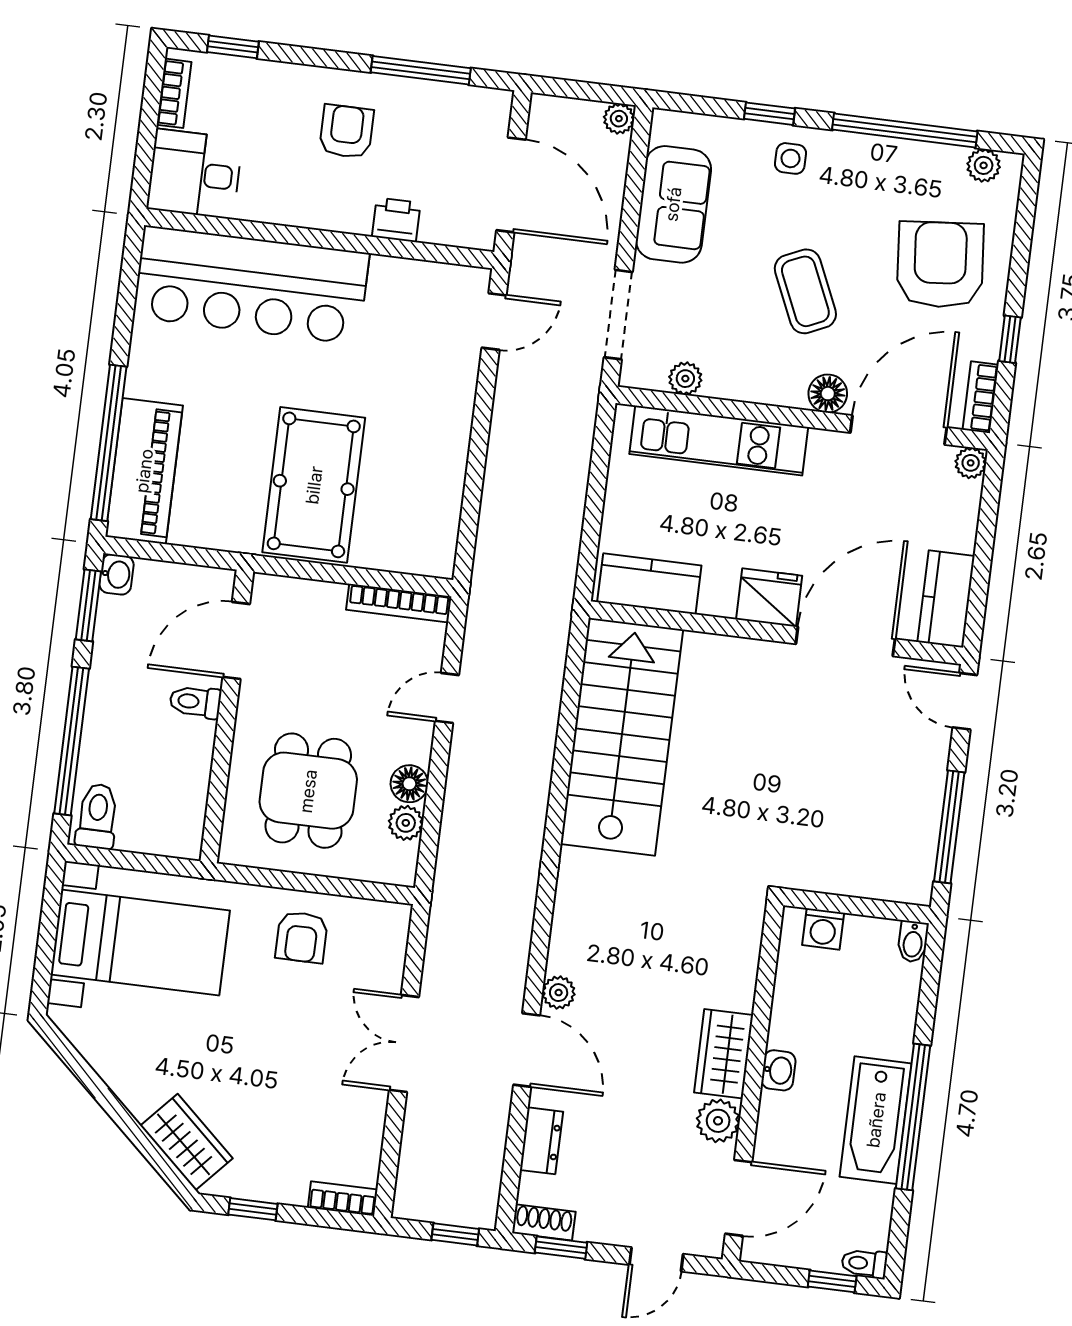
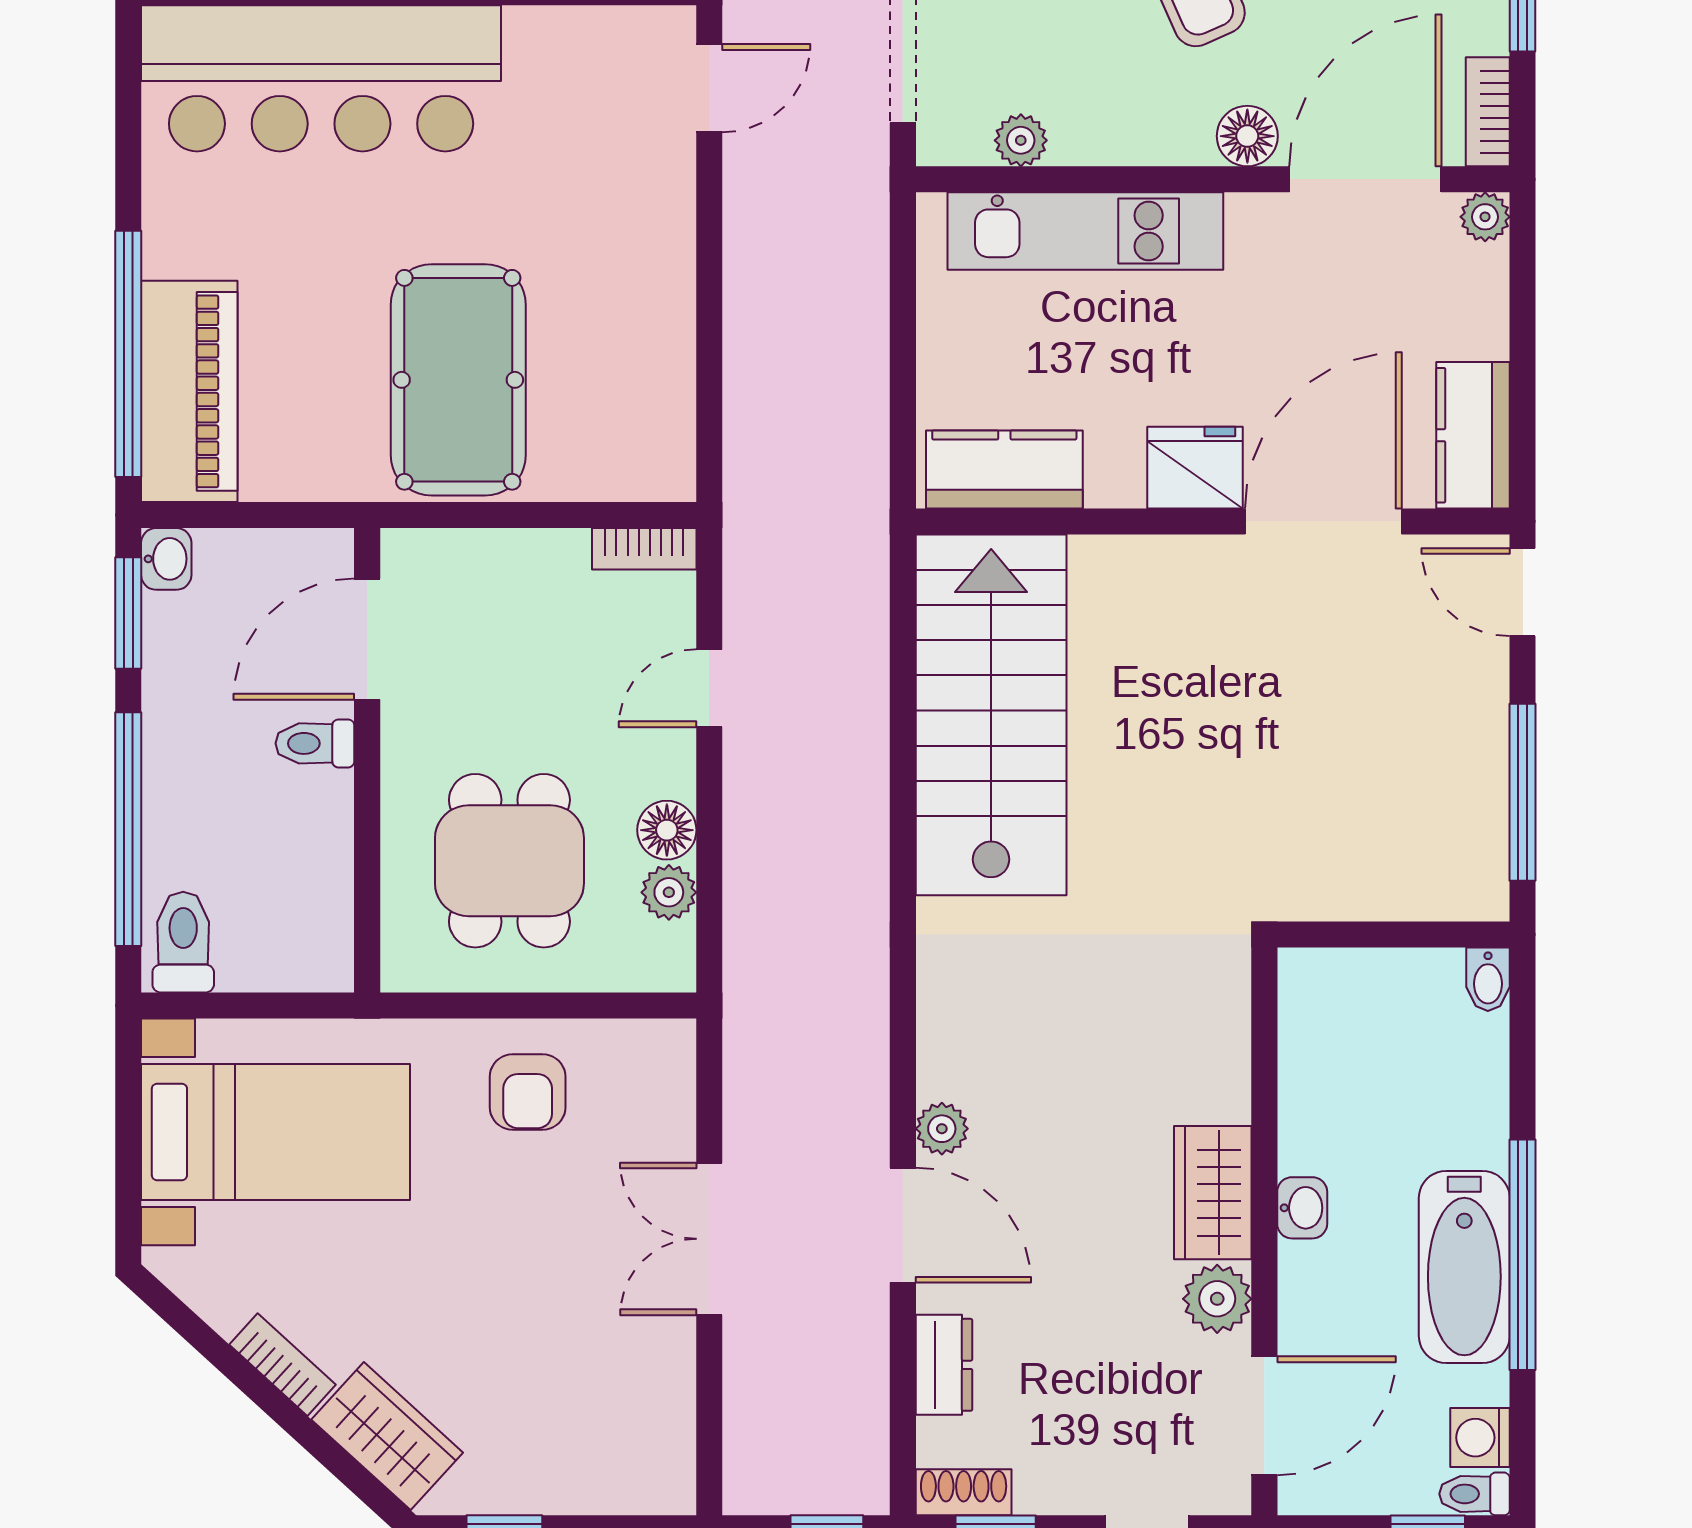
bookcase: (399, 603) -> (644, 549), width x0.64
washing machine: (823, 929) -> (1480, 1438), moved, turned 90
bookcase: (343, 1199) -> (283, 1365), moved, turned 42

